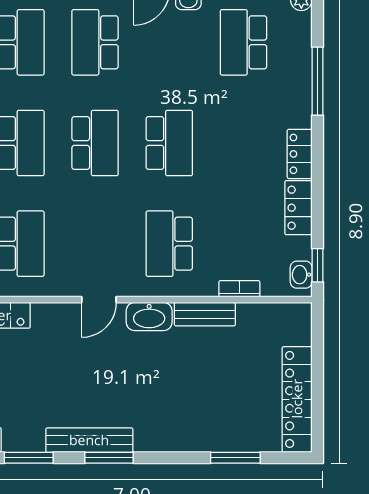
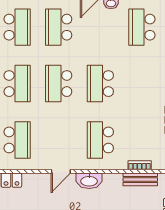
school desk: (95, 143) -> (59, 84), turned 180
school desk: (169, 143) -> (100, 84), turned 180
bench: (205, 314) -> (140, 179), moved

